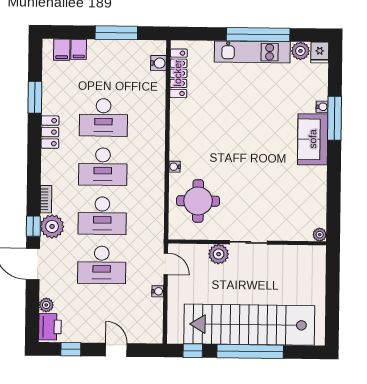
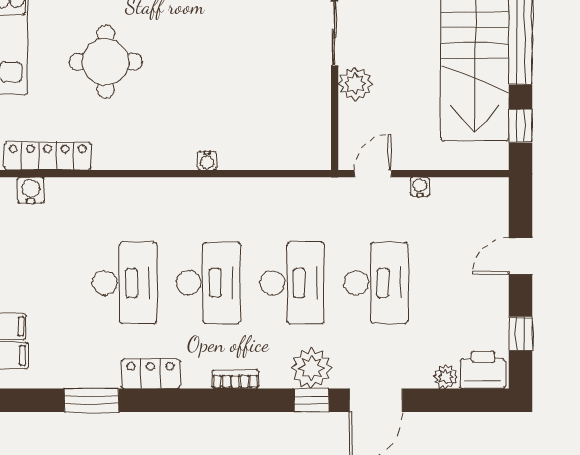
bookcase: (46, 199) -> (236, 379), moved
round table: (198, 201) -> (106, 62), moved

